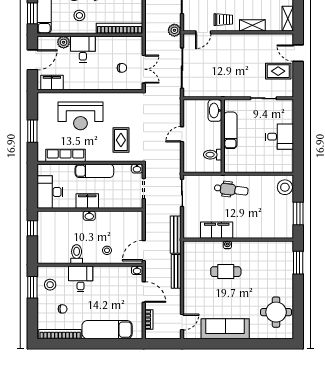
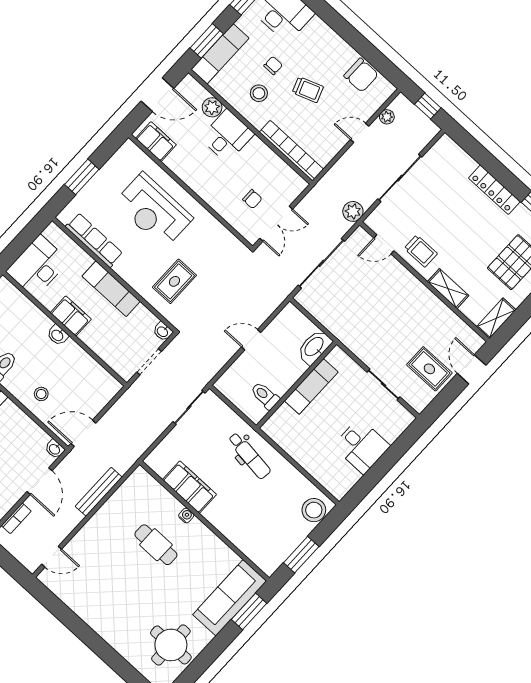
bench: (176, 235) -> (137, 449), removed
sofa: (225, 329) -> (230, 598), moved, turned -90

